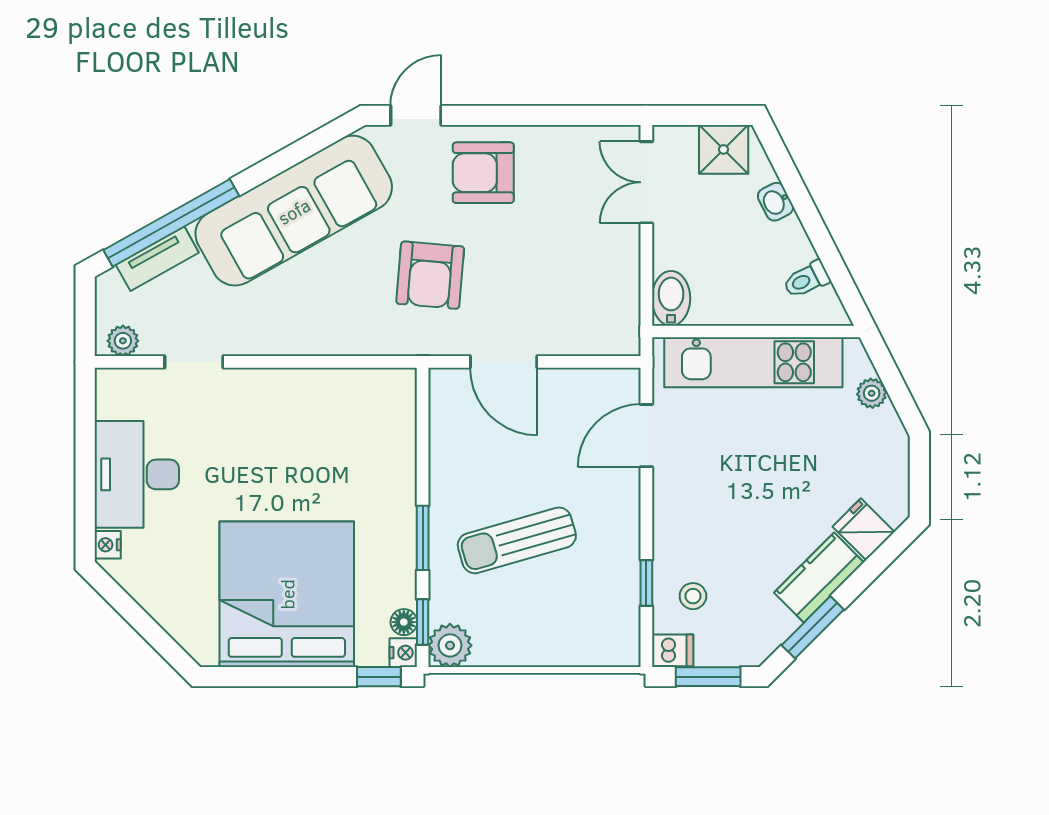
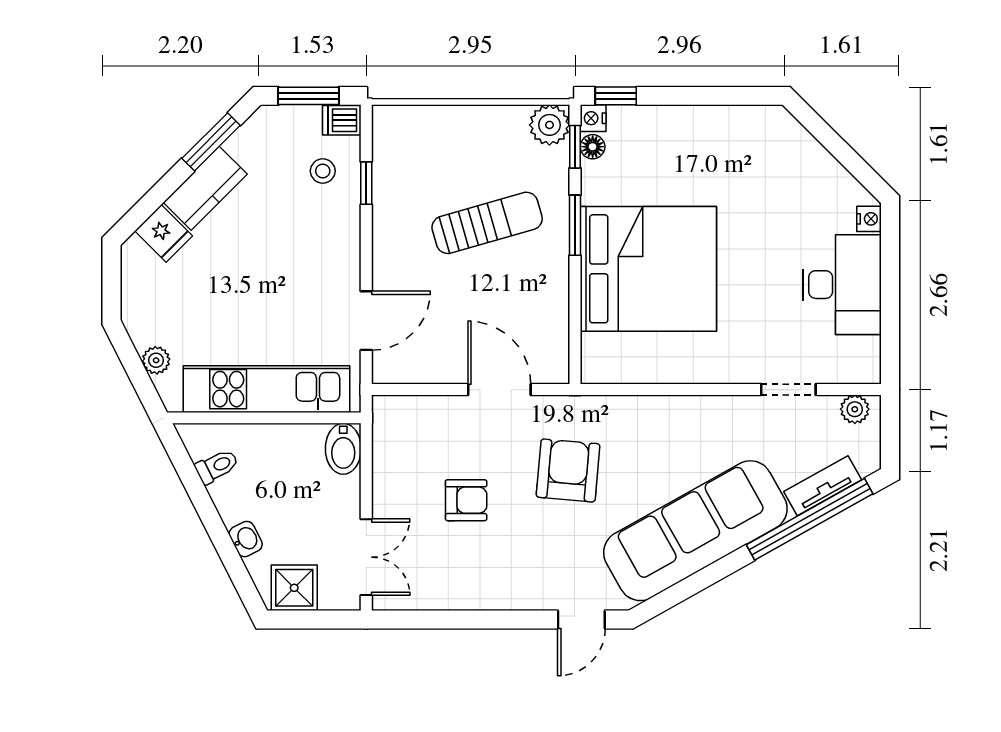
armchair: (483, 173) -> (466, 500), moved, width x0.72, depth x0.72
bed: (287, 594) -> (648, 269), moved, turned -90

